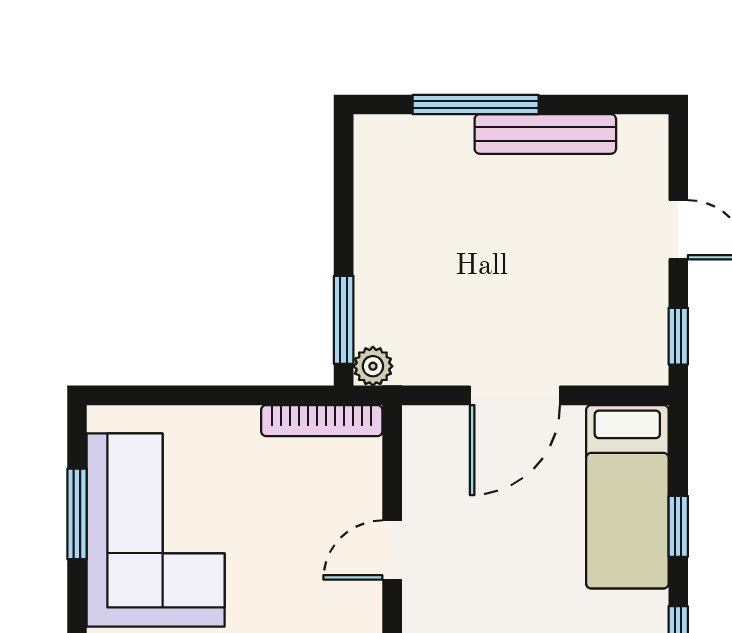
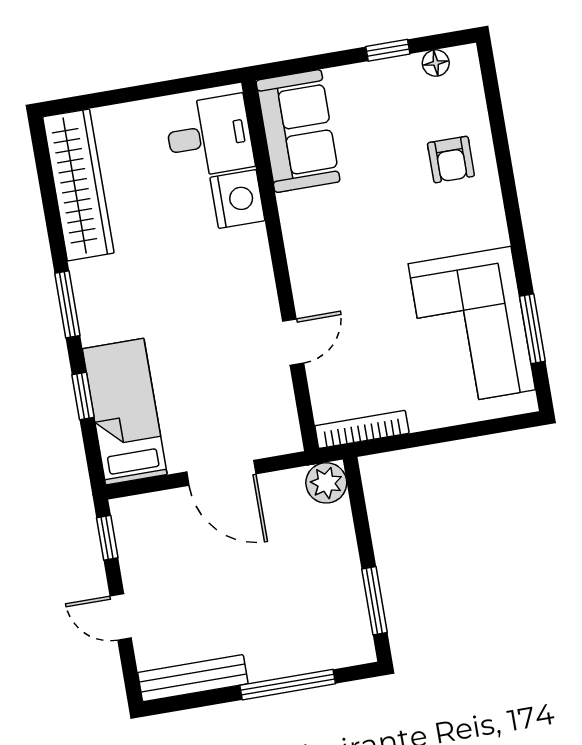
bench: (545, 134) -> (193, 678), moved
window: (344, 320) -> (374, 601), moved
plant: (373, 366) -> (326, 483), width x1.38, depth x1.38
door: (515, 395) -> (221, 473), swing flipped

